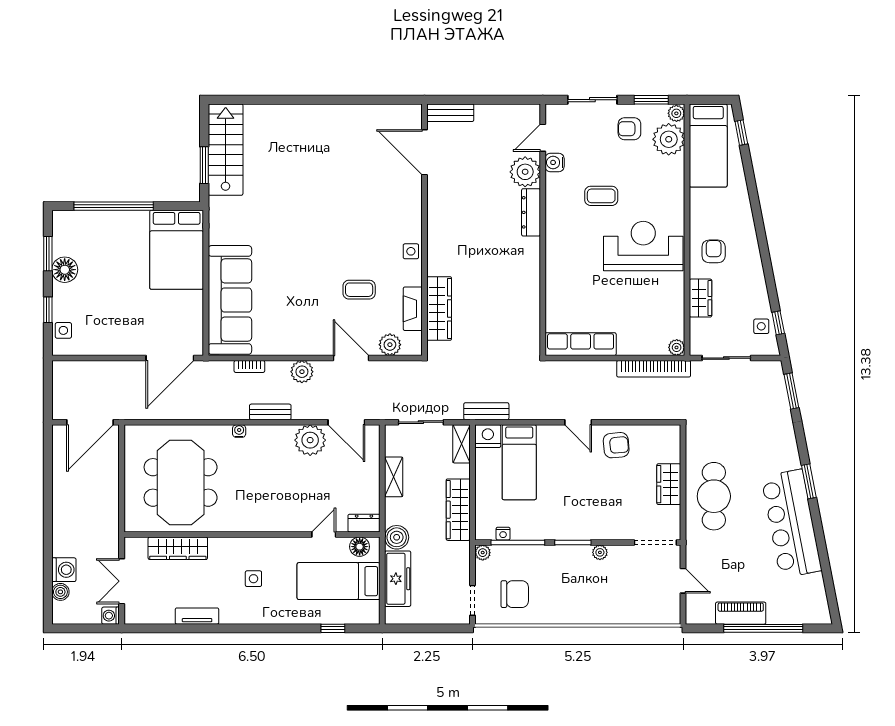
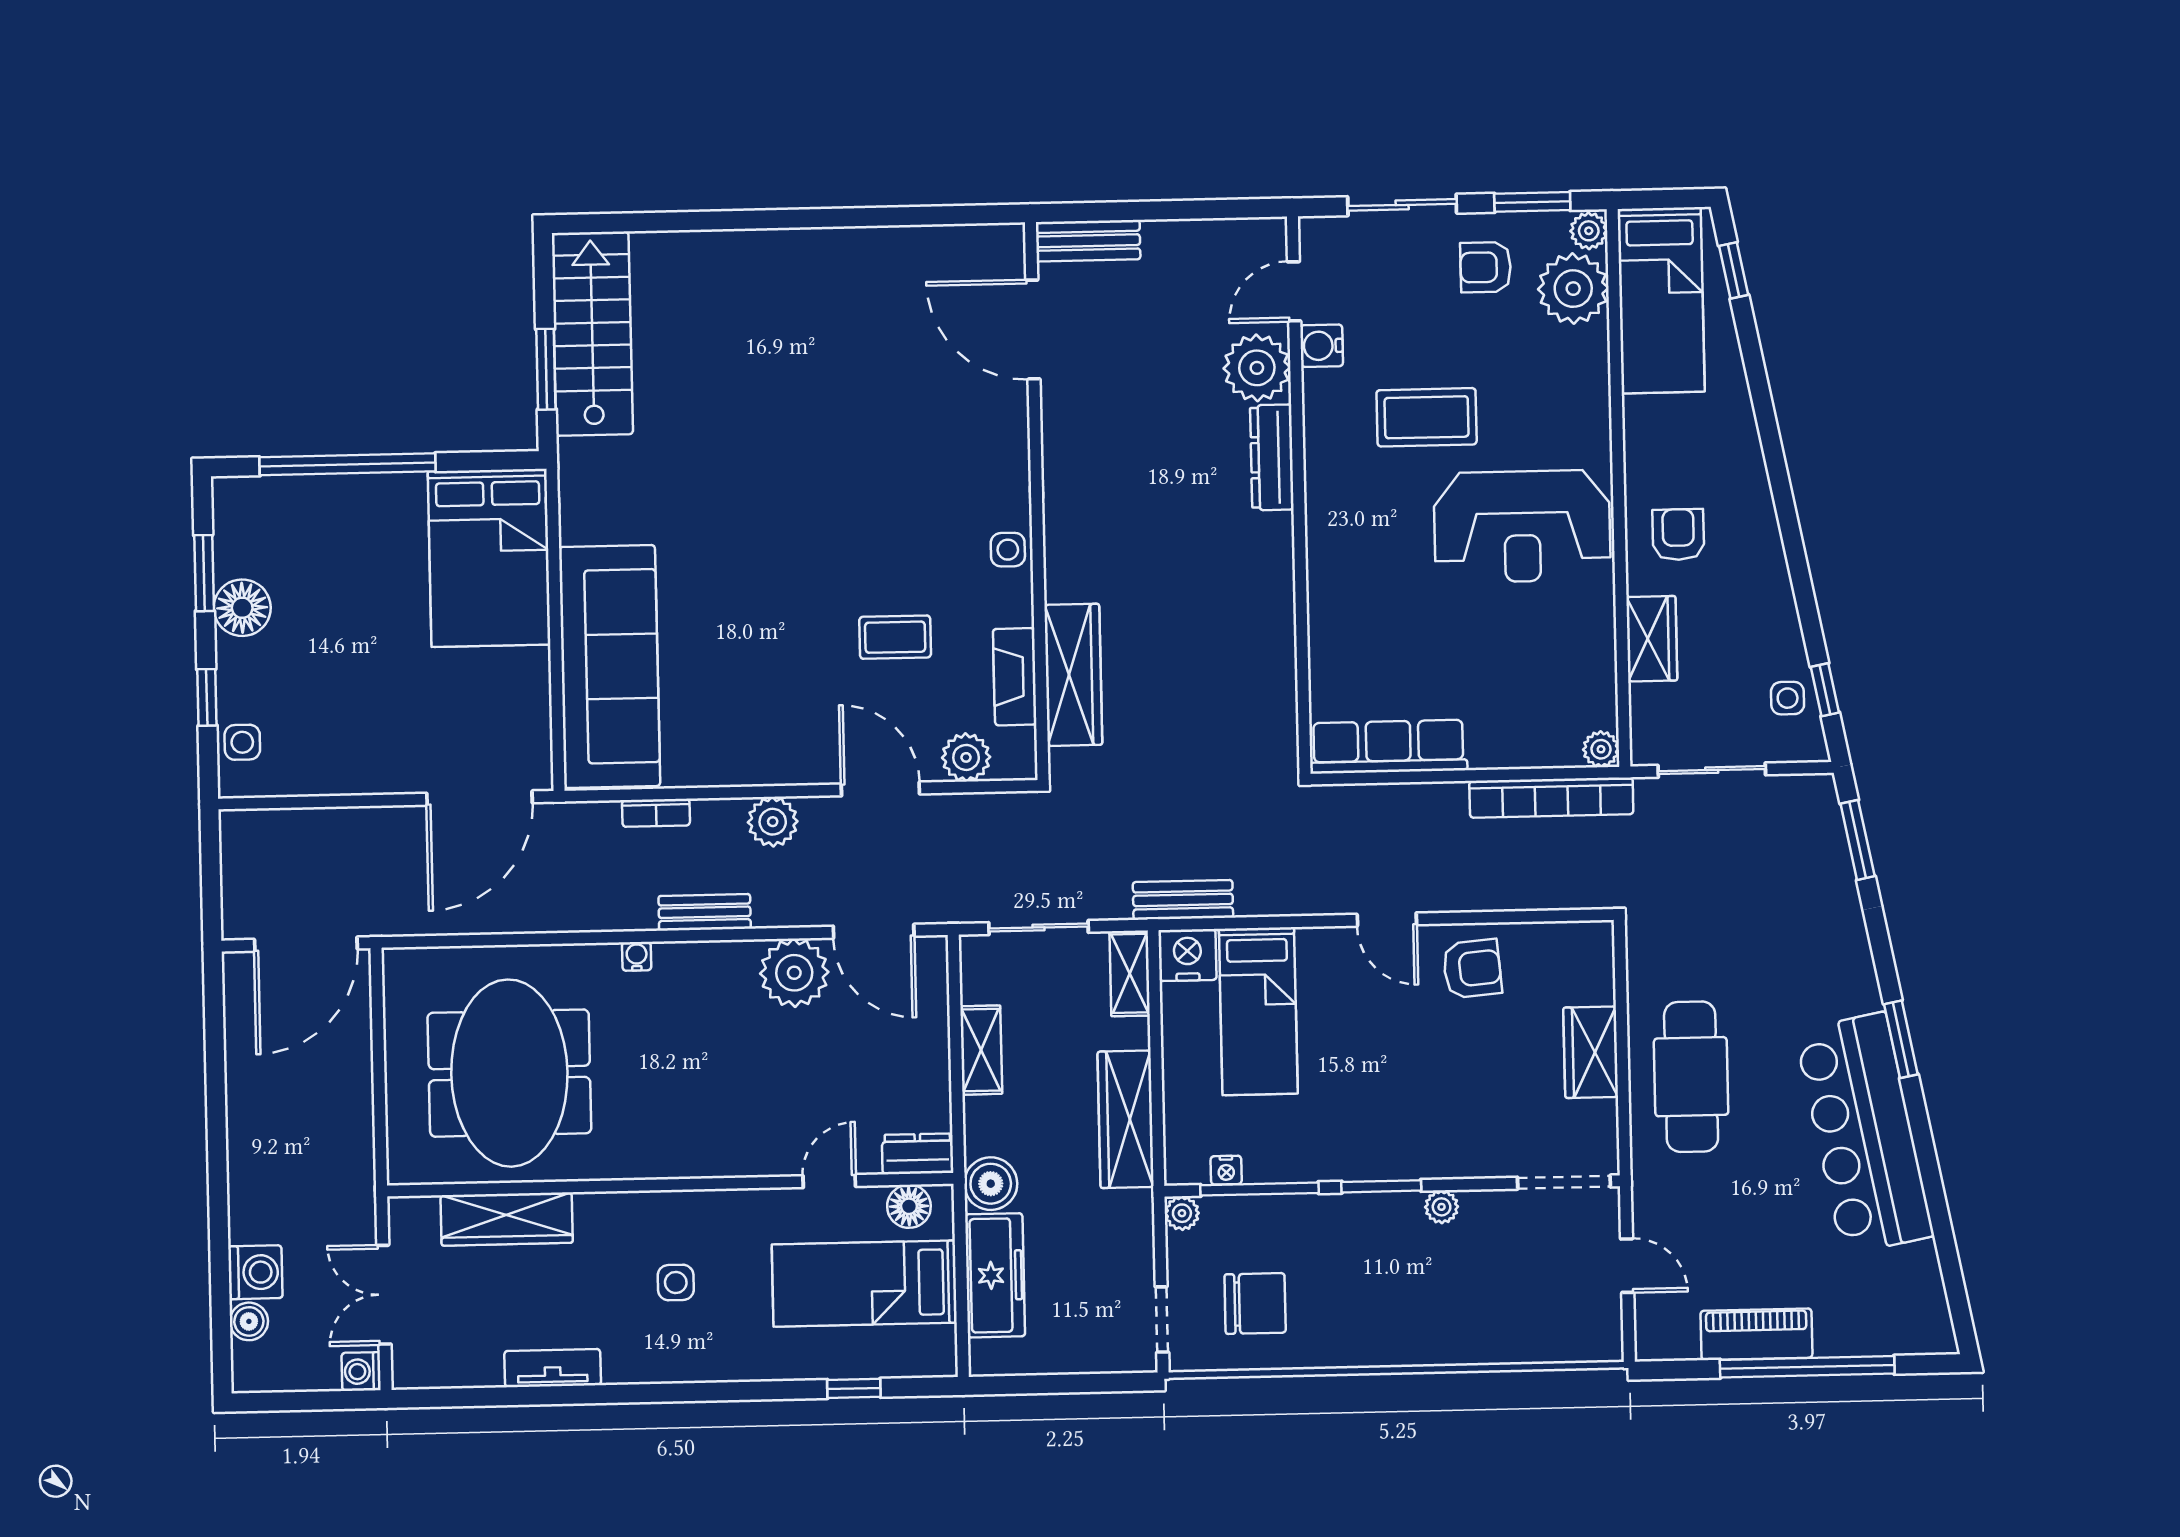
coffee table: (601, 196) -> (1427, 417), width x1.36, depth x1.30
reception desk: (643, 246) -> (1522, 526), turned 180

